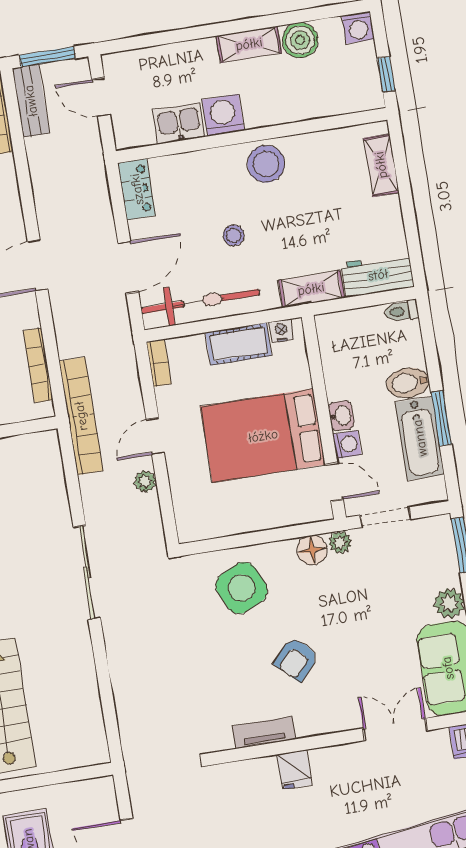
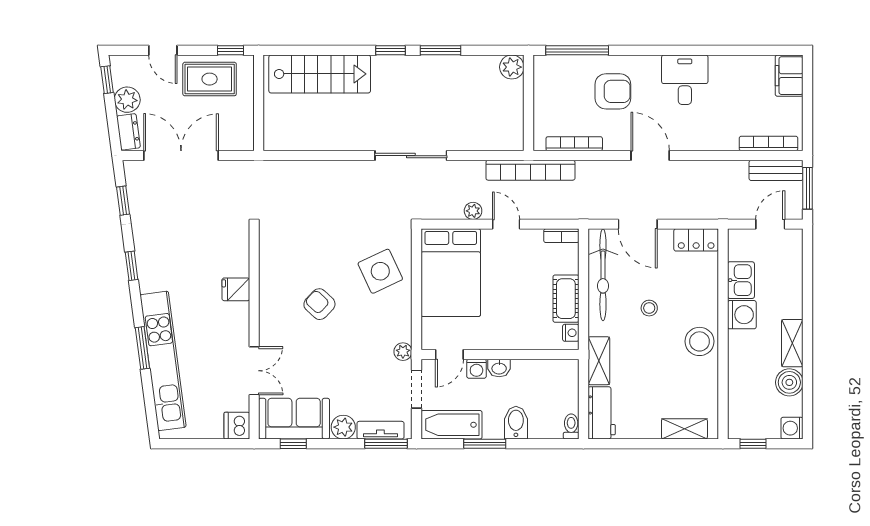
bed: (263, 436) -> (451, 273), moved, turned 180
bathtub: (420, 438) -> (452, 425), moved
floor lamp: (312, 550) -> (400, 329), removed
tv unit: (264, 733) -> (380, 430), moved, turned -90

